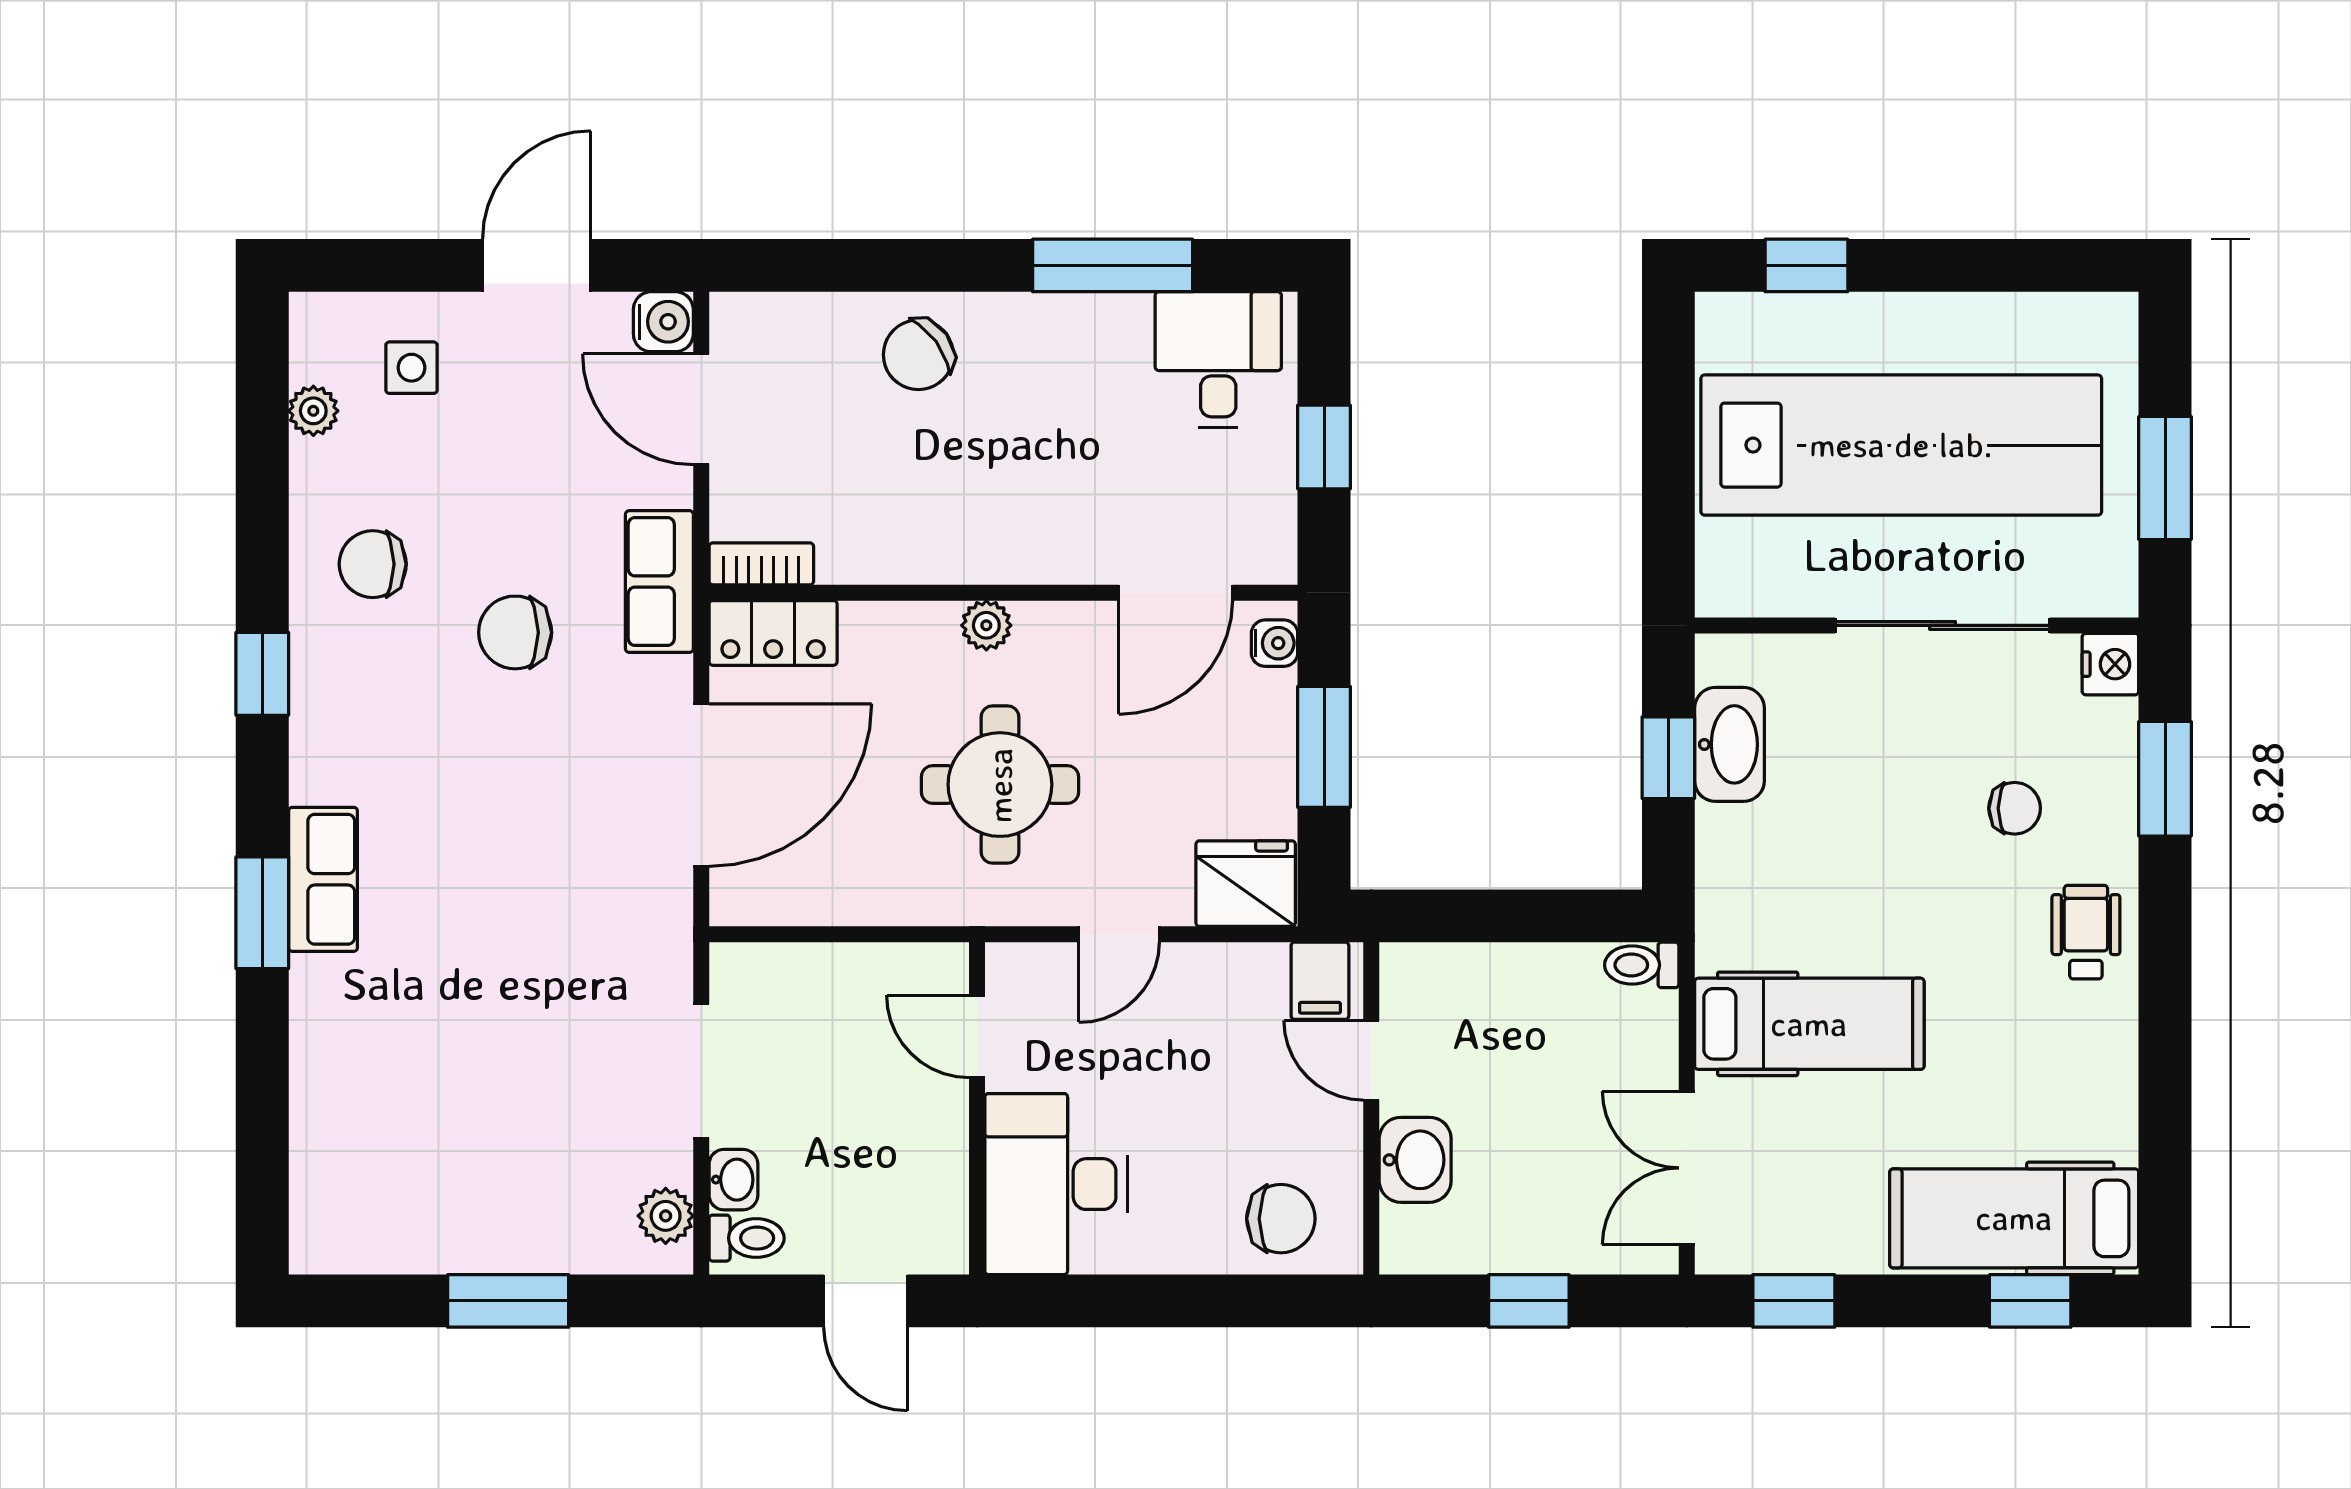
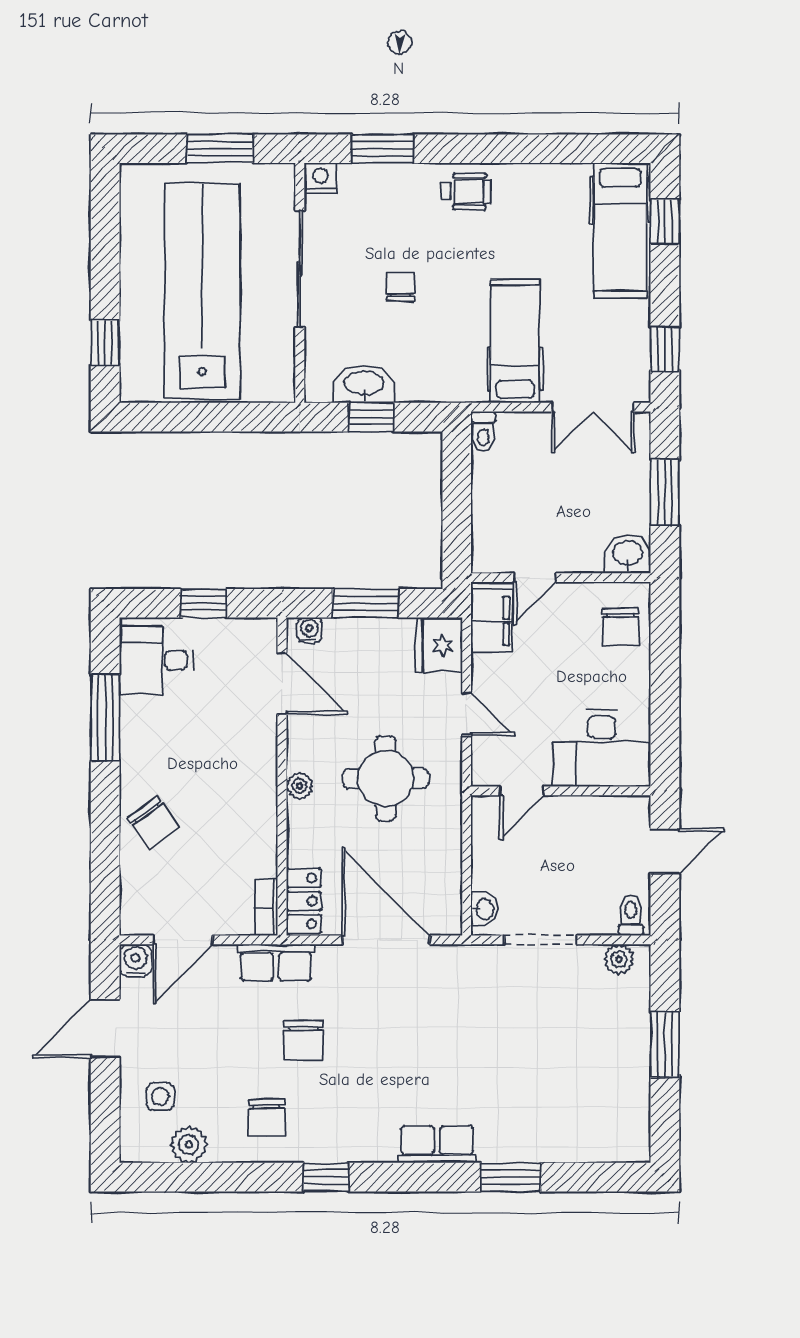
door: (537, 265) -> (105, 1029), hinge flipped
plant: (313, 411) -> (189, 1145), width x1.38, depth x1.38
chair: (2015, 808) -> (400, 287), moved
window: (262, 913) -> (511, 1177), moved
wheelchair: (2086, 932) -> (465, 191), turned 180
filing cabinet: (1320, 981) -> (492, 621), width x2.00
washbasin: (1415, 1160) -> (628, 554), moved
washbasin: (733, 1180) -> (484, 909), moved, turned 90
chair: (1281, 1219) -> (620, 627), turned 180
window: (1529, 1301) -> (665, 493), width x1.50

